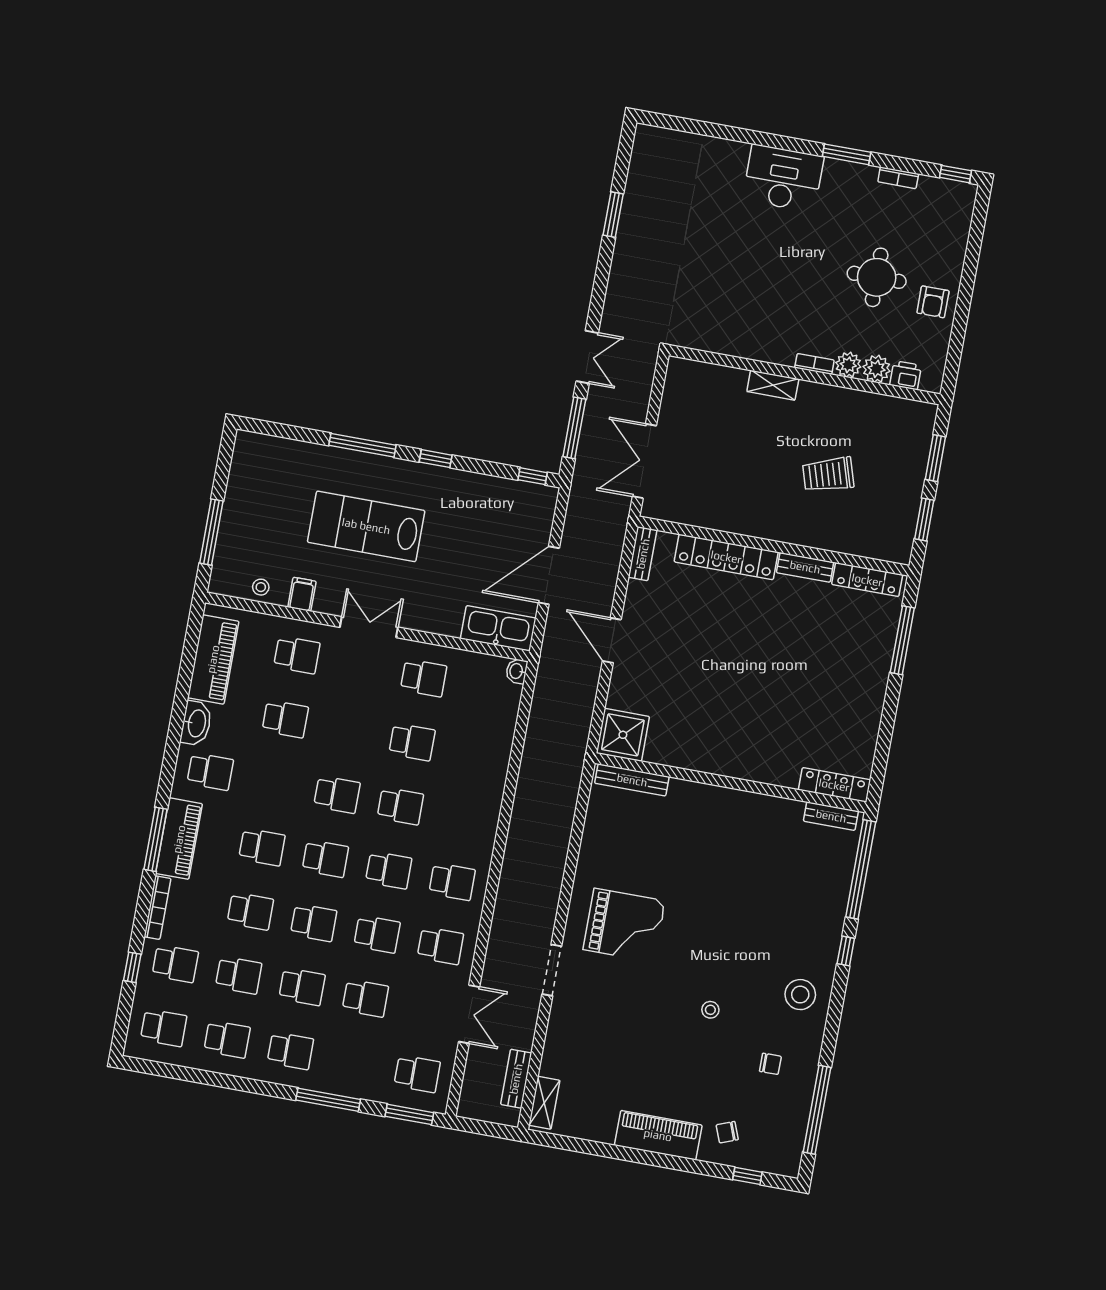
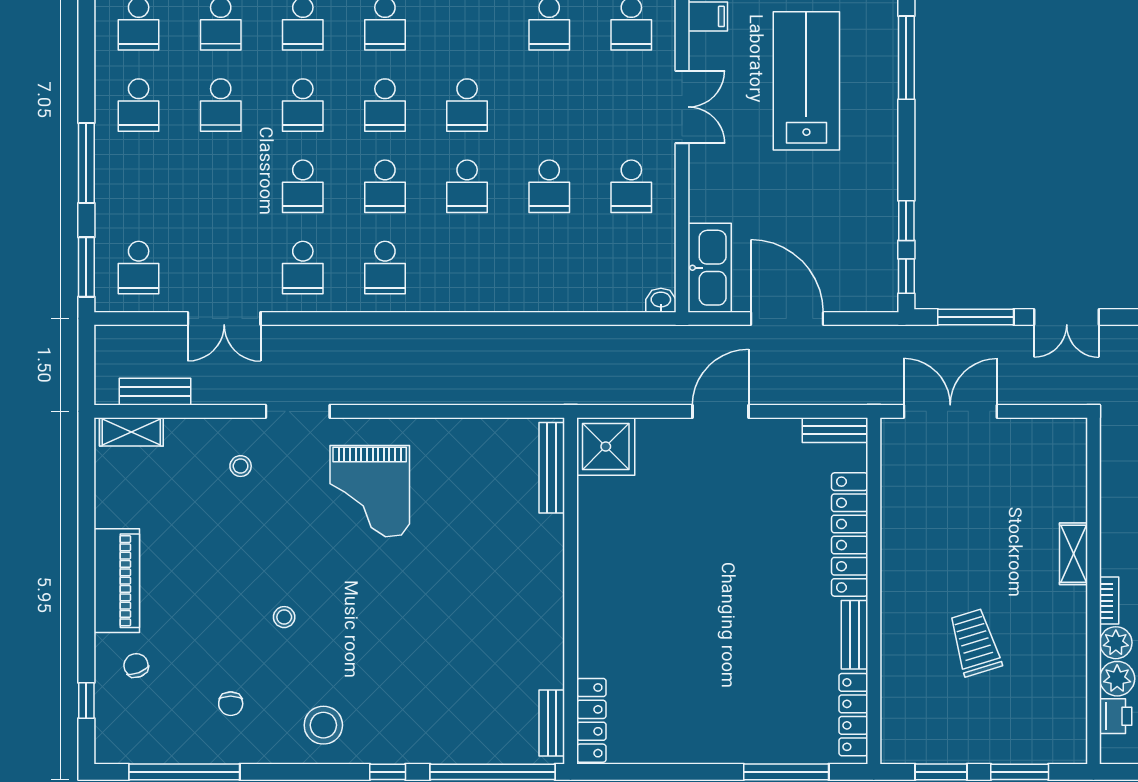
window: (436, 459) -> (906, 221), moved
school desk: (365, 998) -> (221, 186), removed
stool: (586, 1022) -> (241, 466), added

